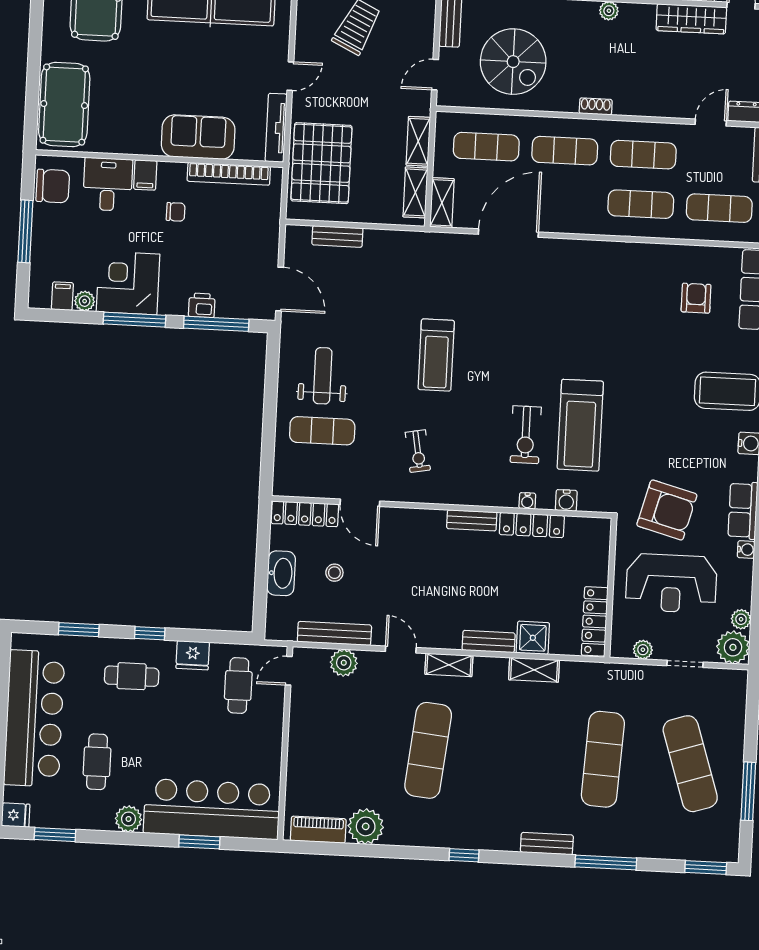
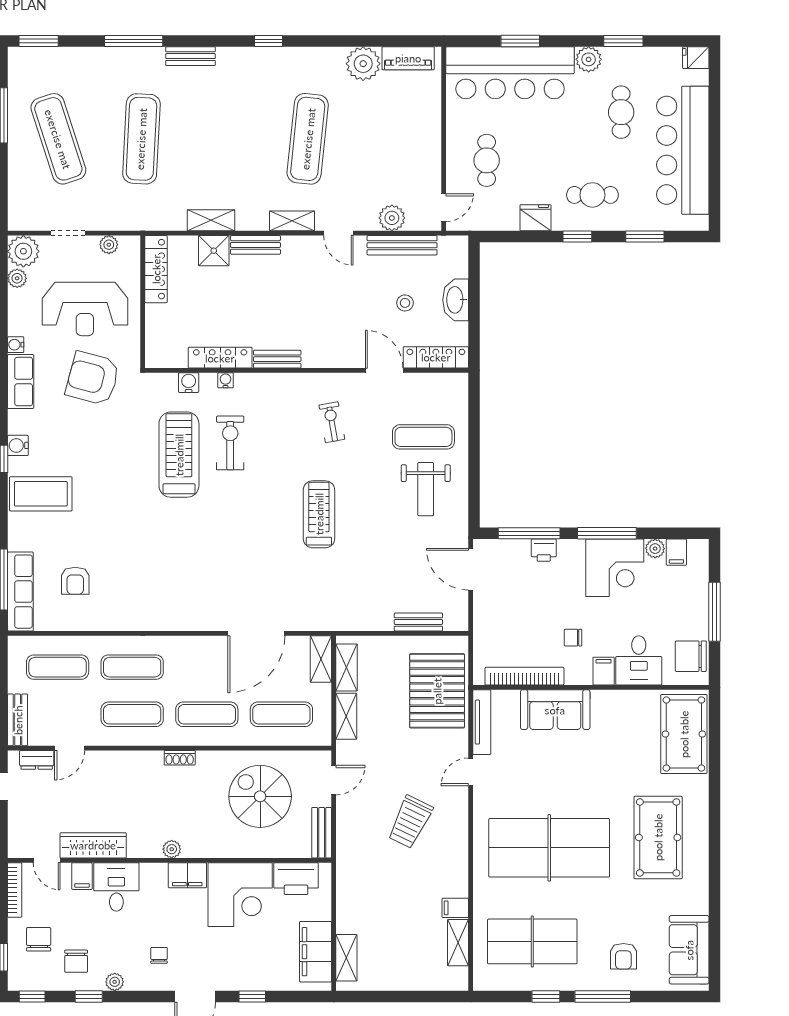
reception desk: (671, 583) -> (85, 309), turned 180
cafe table: (238, 686) -> (487, 160), moved
window: (55, 835) -> (623, 41), moved

